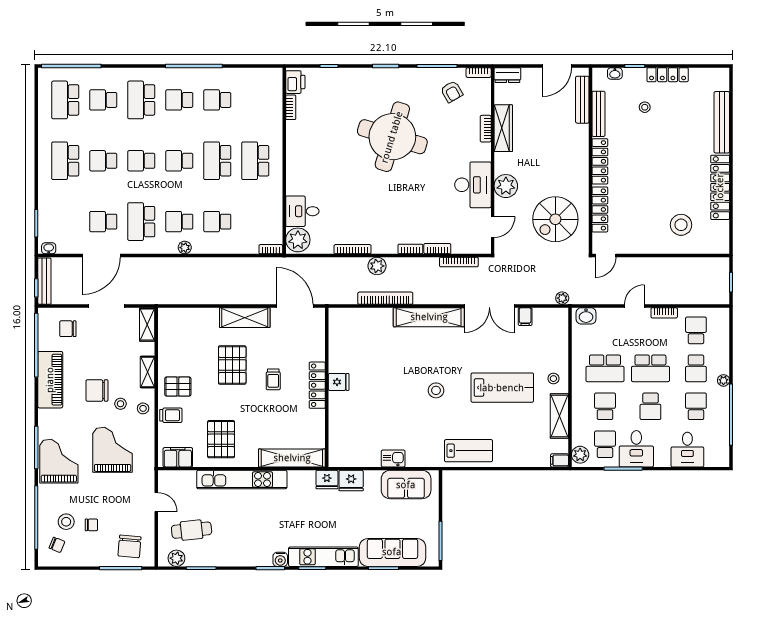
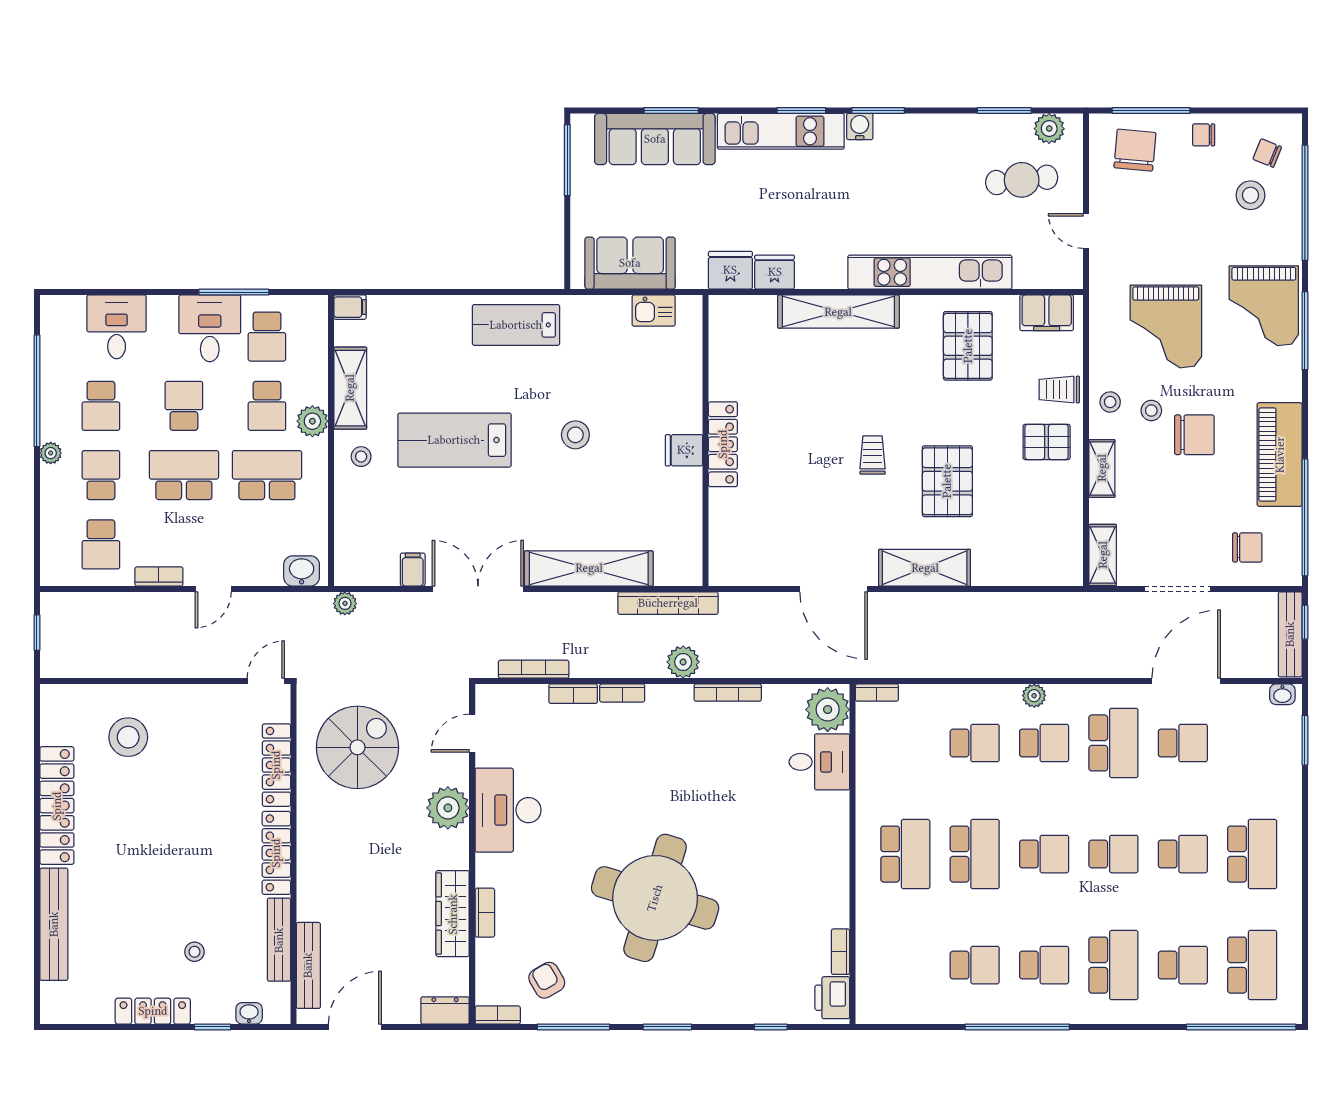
fridge: (339, 382) -> (684, 450), moved
locker: (317, 385) -> (723, 444), moved
wall: (327, 387) -> (706, 440), moved
plant: (580, 455) -> (312, 421), moved
chair: (91, 525) -> (1204, 135), moved

